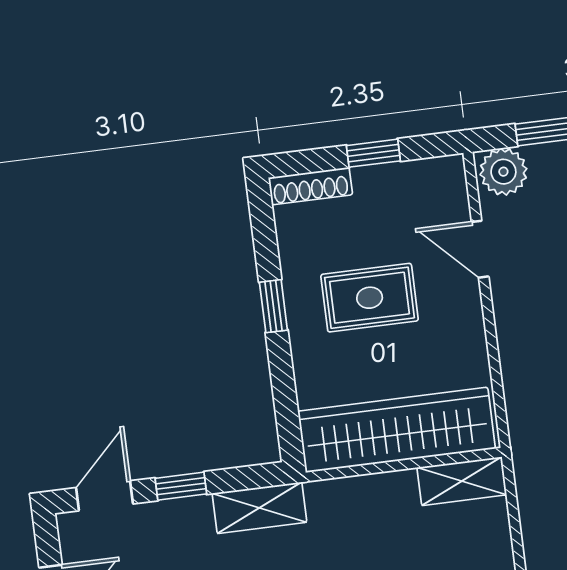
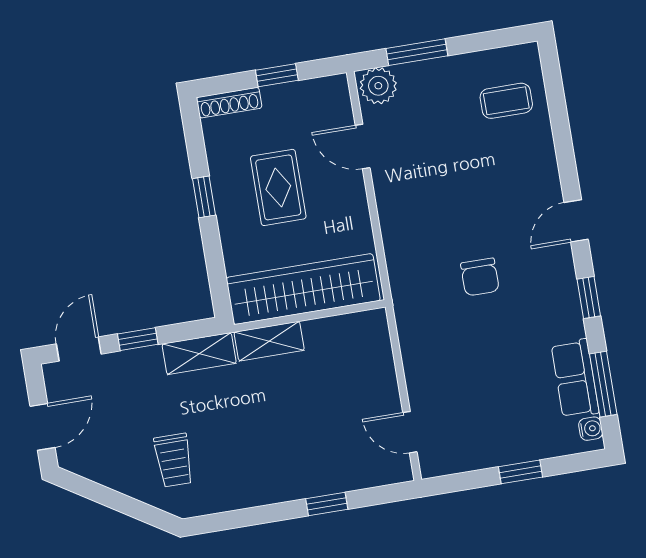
rug: (370, 298) -> (278, 187), turned 90
shelving: (462, 481) -> (269, 341), moved

